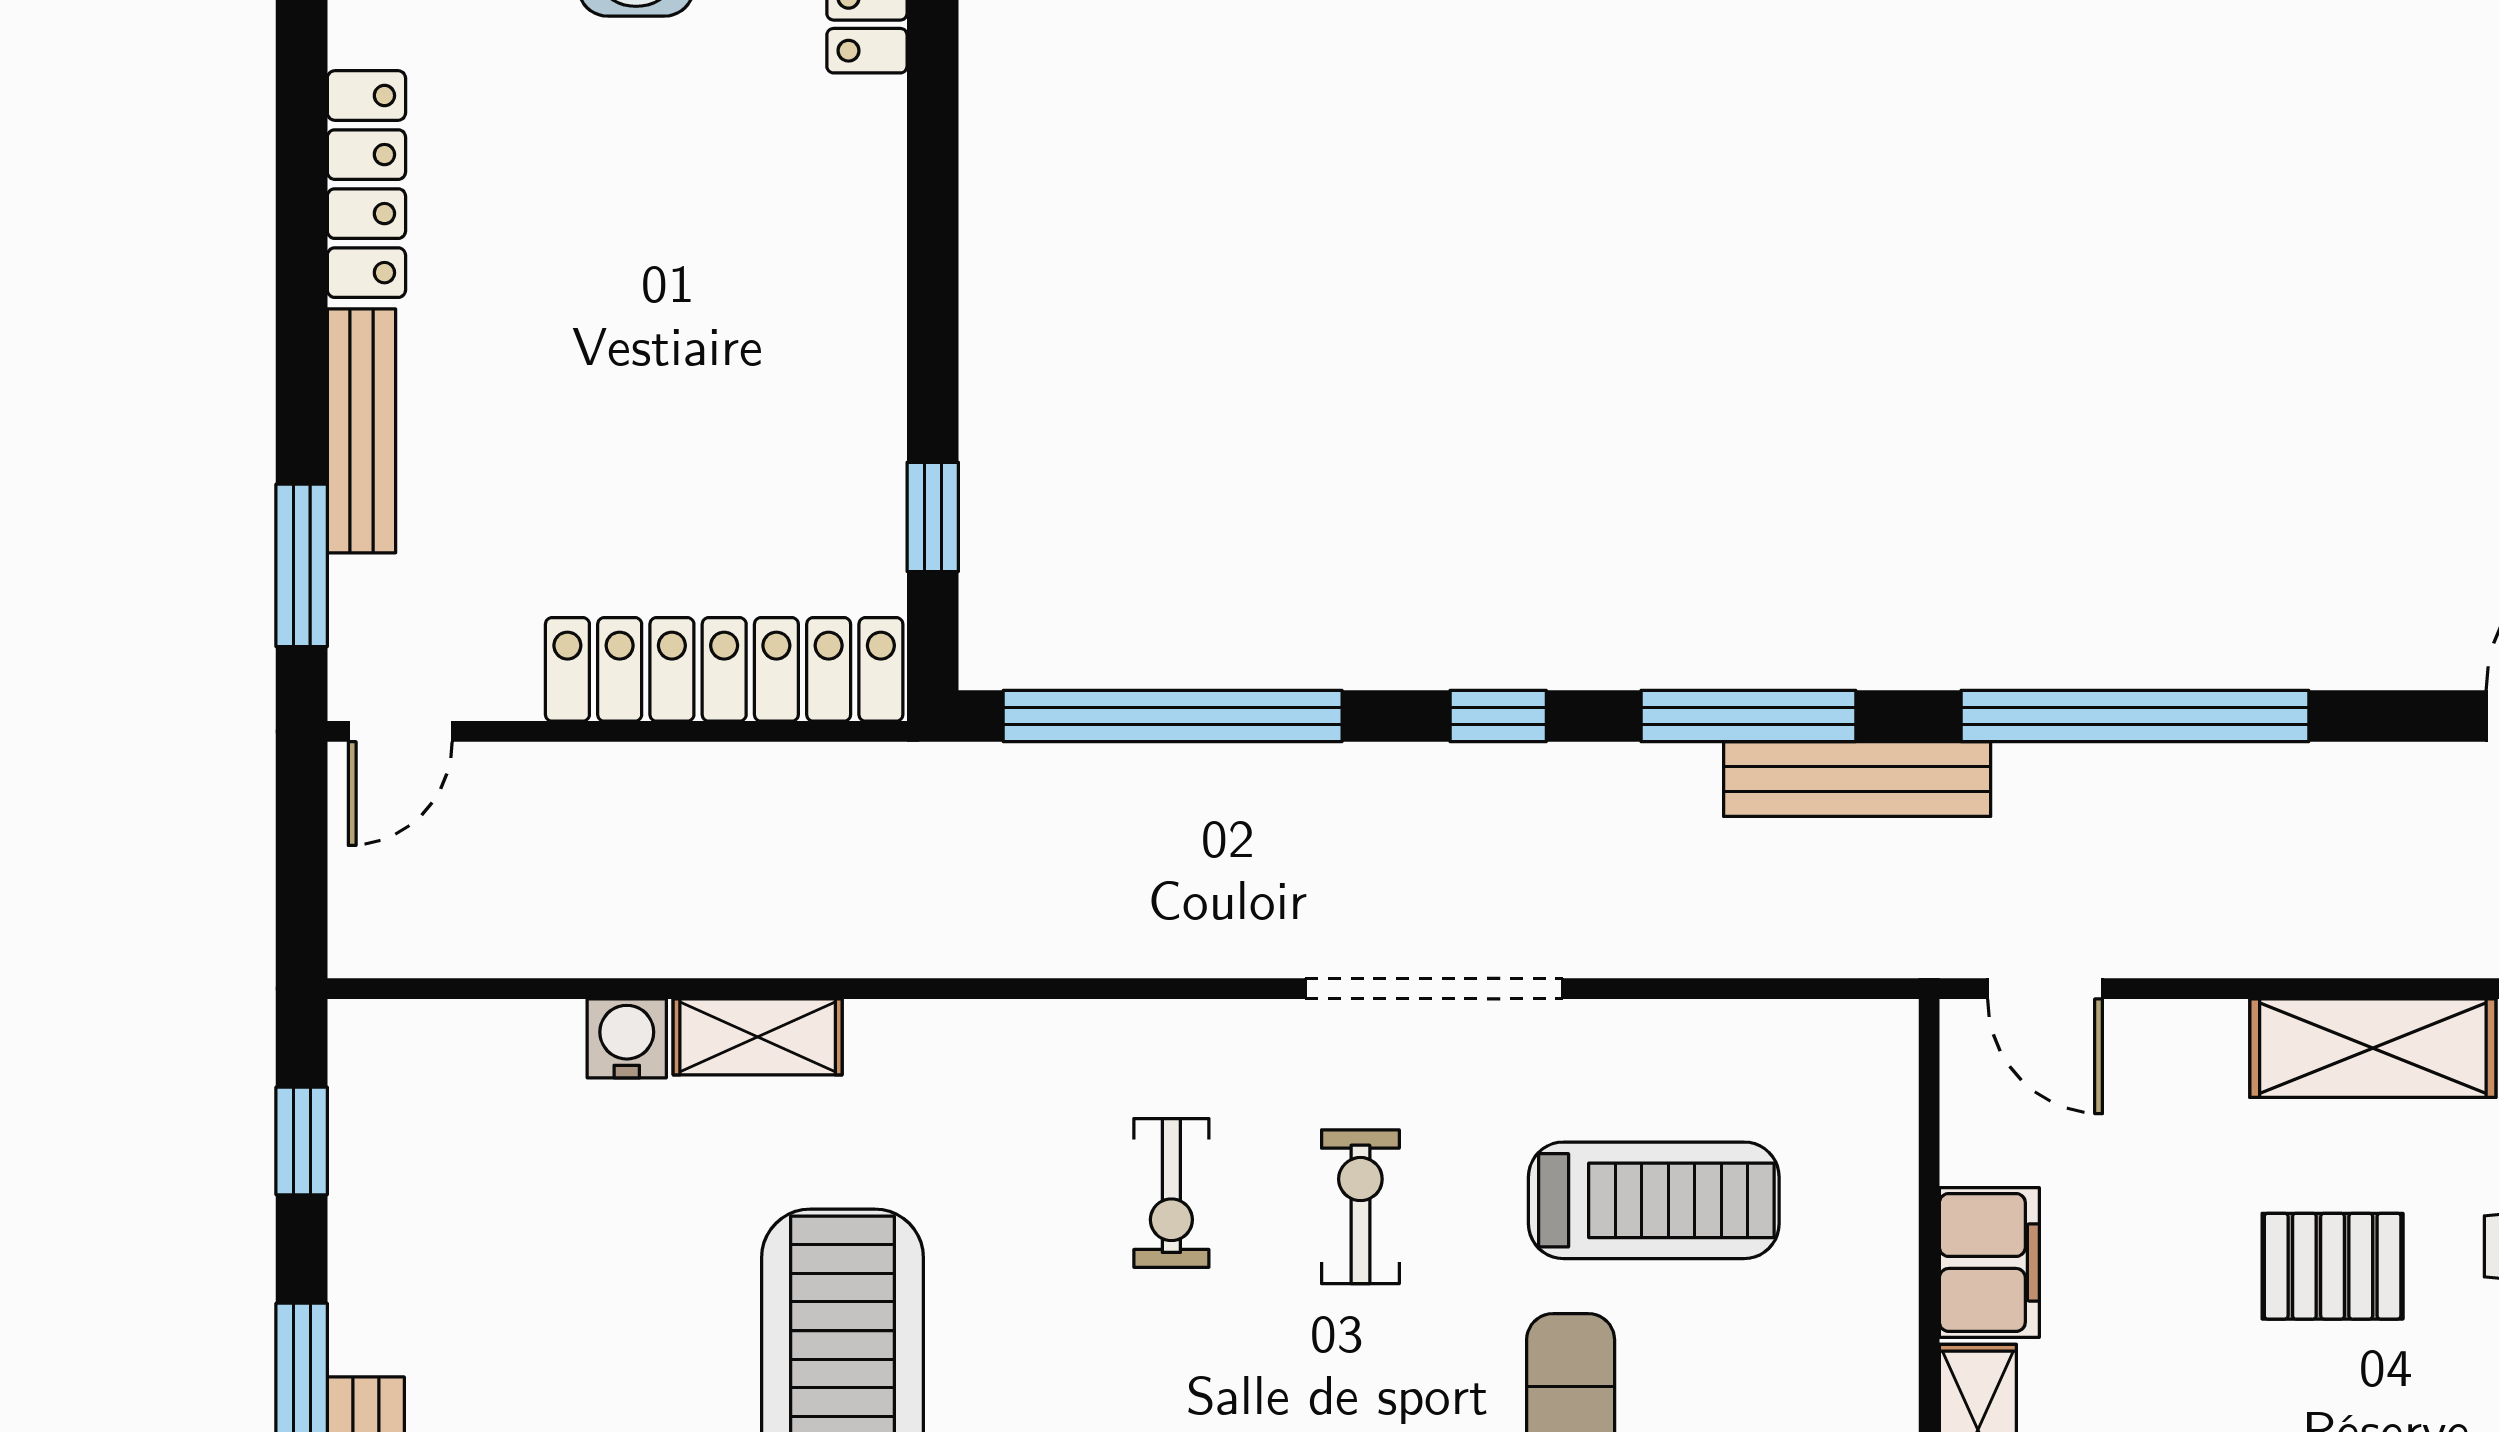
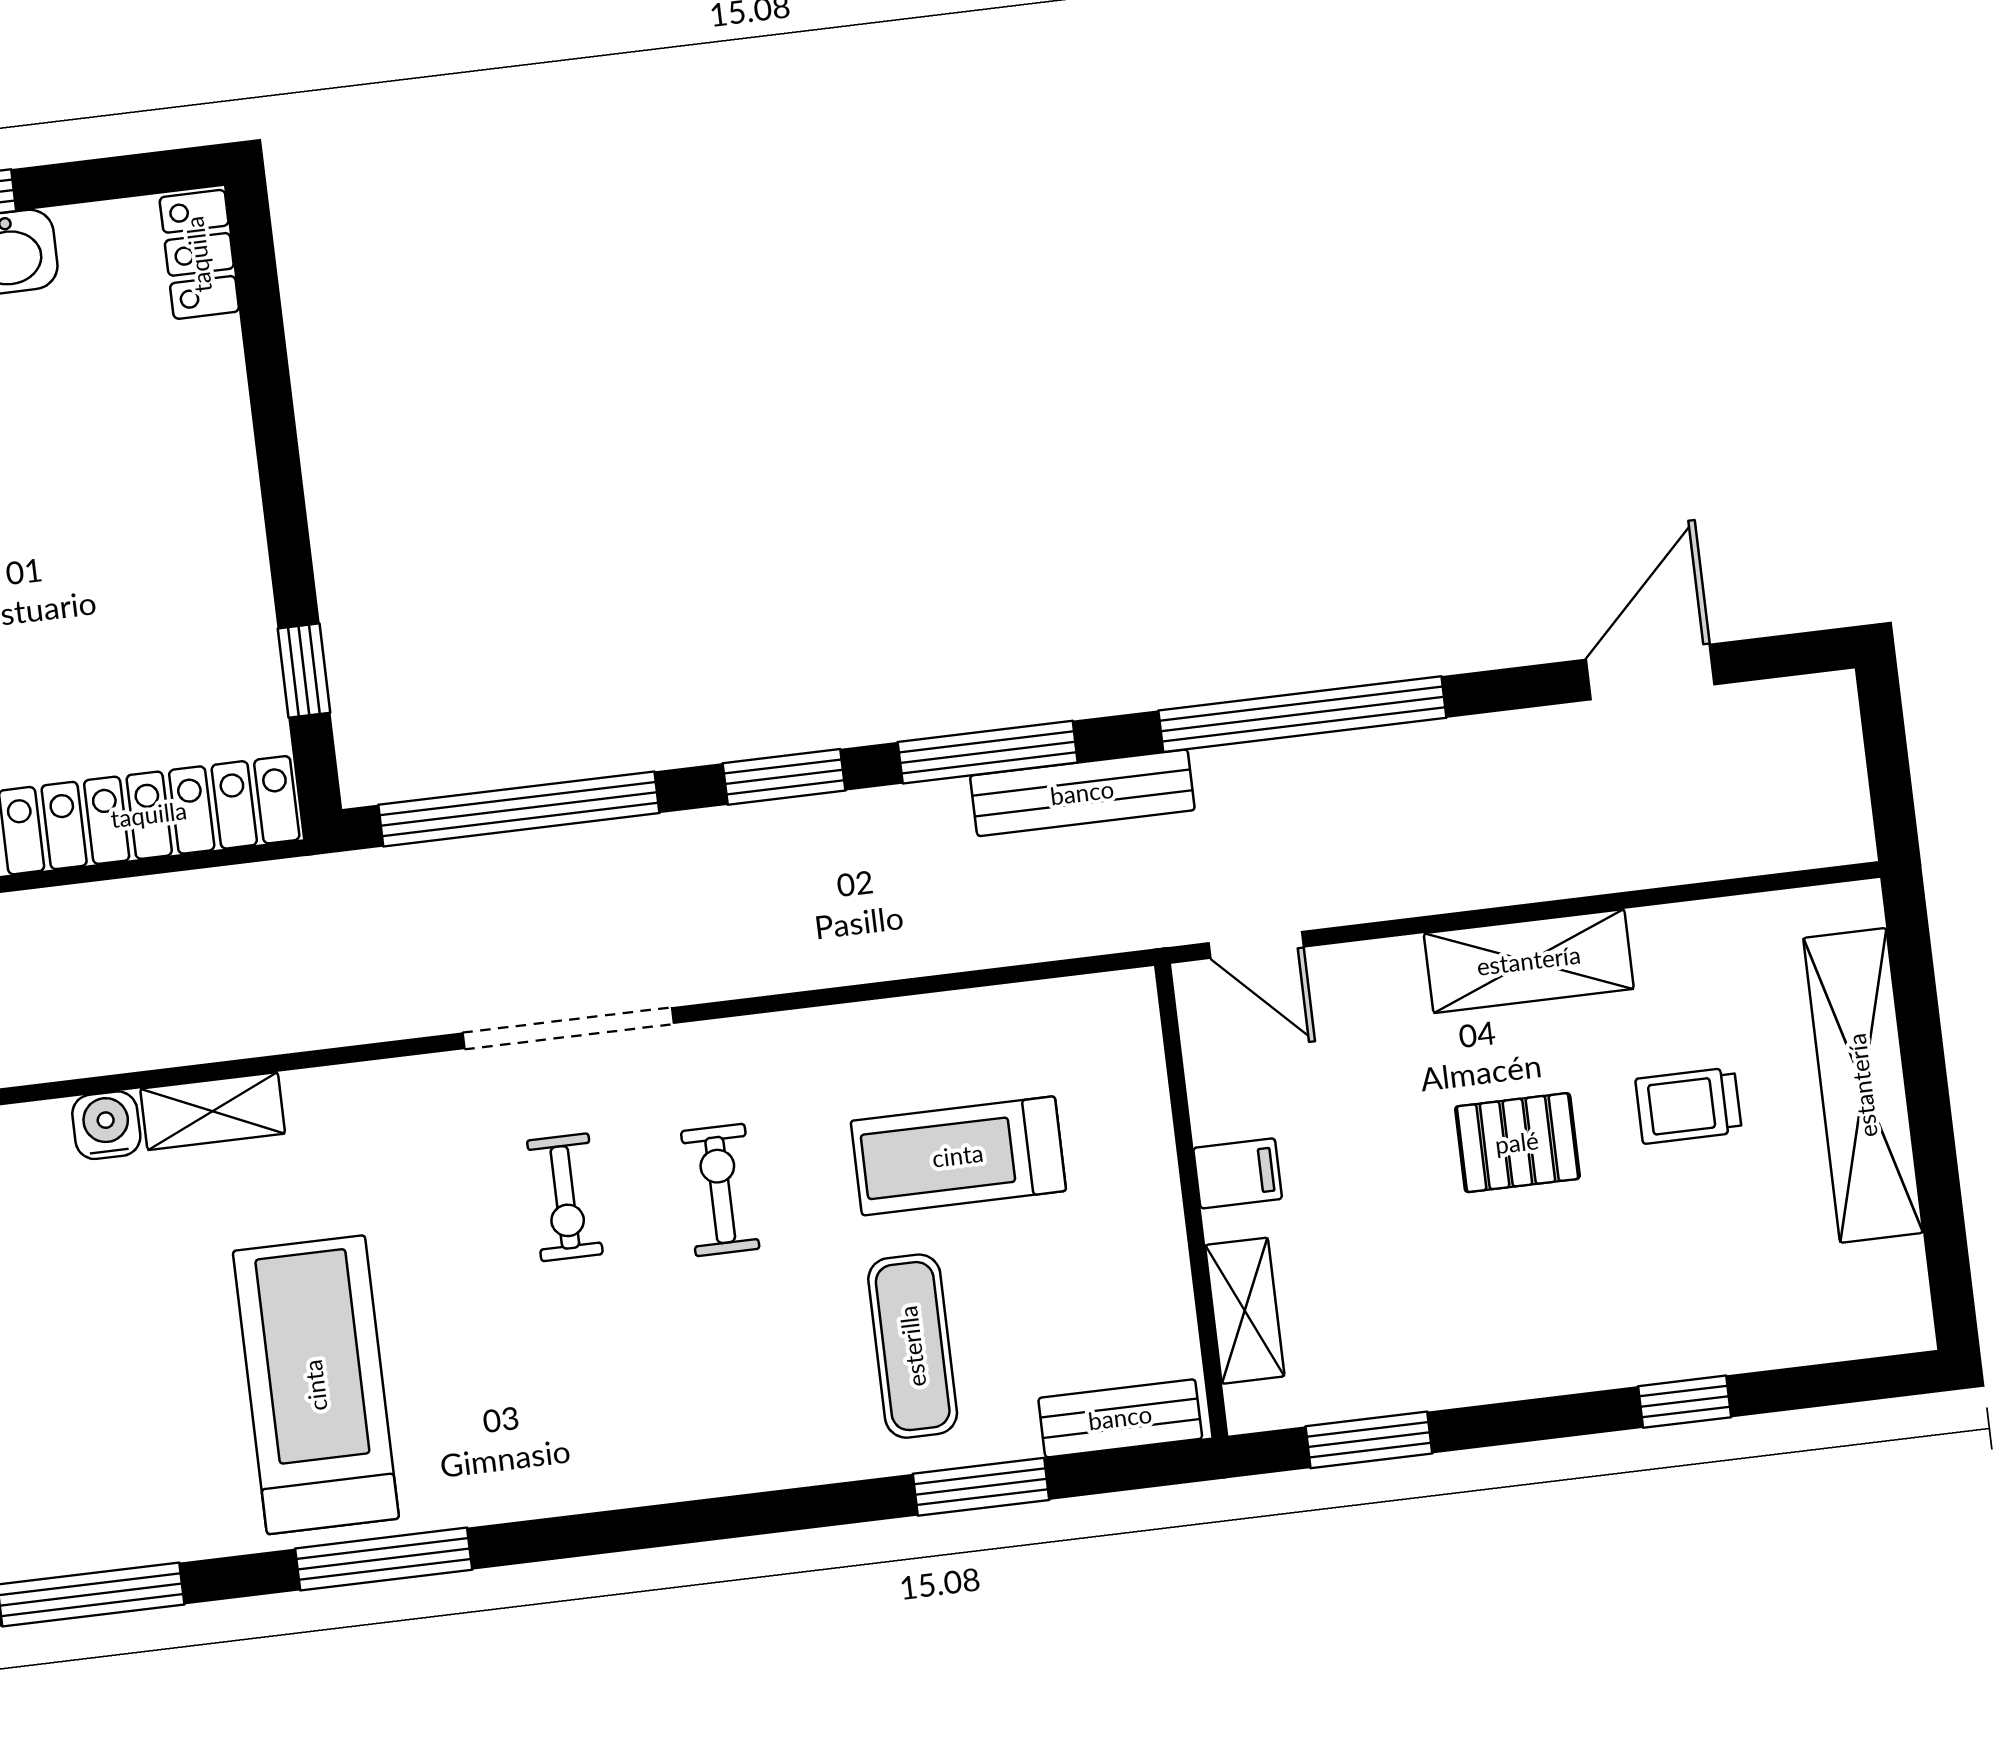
window: (1498, 716) -> (784, 777), width x1.50
doorway: (1434, 989) -> (568, 1028), moved
treadmill: (1654, 1200) -> (958, 1156), turned 180
filing cabinet: (1989, 1262) -> (1238, 1173), width x0.50

